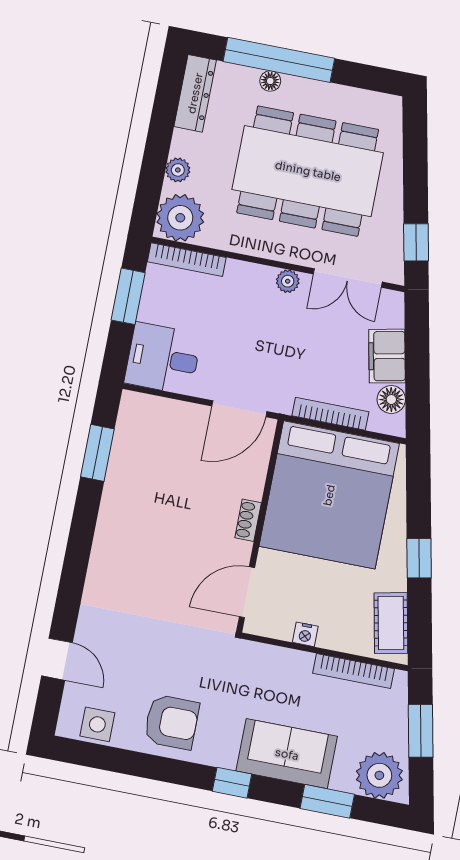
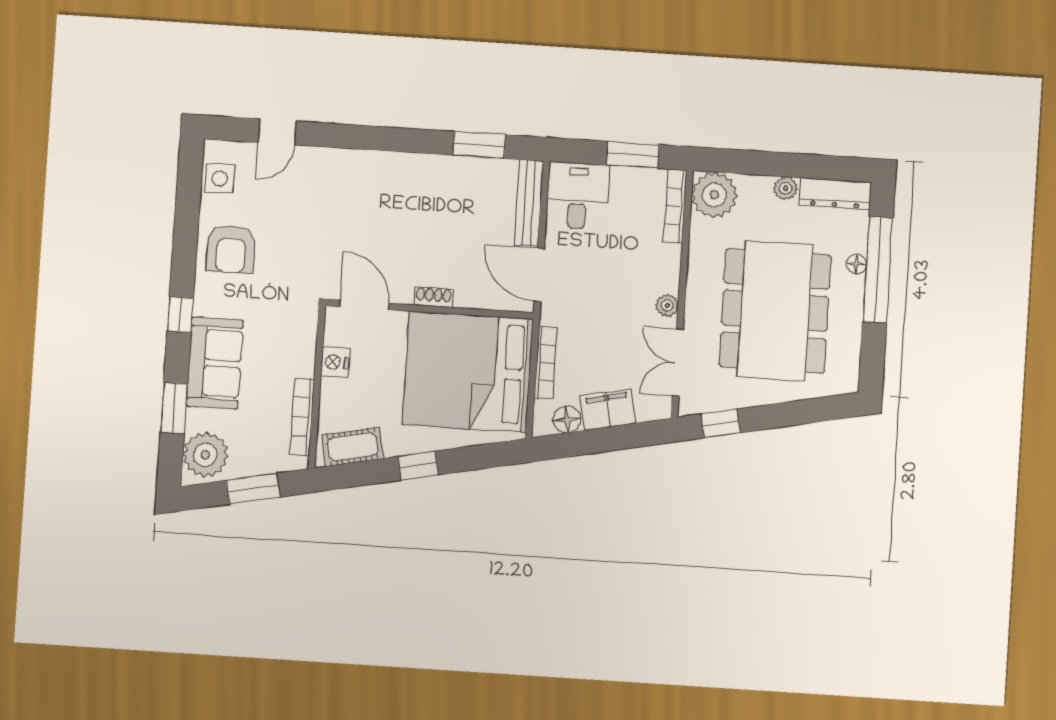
plant: (178, 170) -> (786, 188), moved
bench: (164, 410) -> (529, 203), added
nightstand: (305, 634) -> (335, 362), width x1.39, depth x1.35

